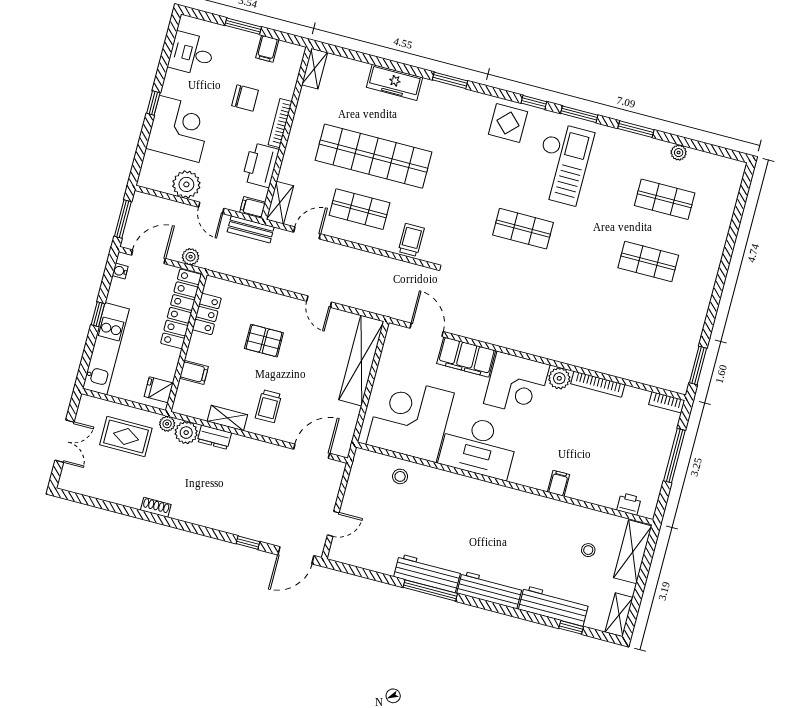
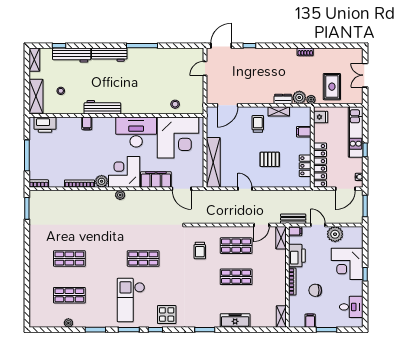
shop shelf: (373, 156) -> (236, 277), width x0.50, depth x0.74
trolley: (411, 240) -> (200, 251), moved
plant: (191, 257) -> (120, 195), moved
rug: (126, 436) -> (332, 87), turned 90
printer: (629, 504) -> (45, 125), width x1.87, depth x1.48
workbench: (427, 573) -> (102, 107), moved, turned 180

